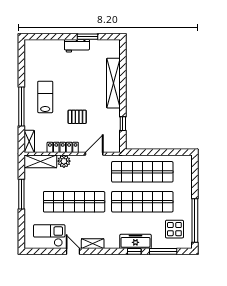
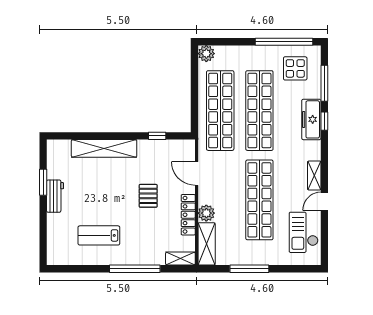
lab bench: (45, 97) -> (99, 235), moved
plant: (186, 161) -> (206, 54), added

